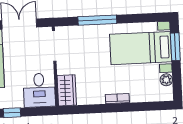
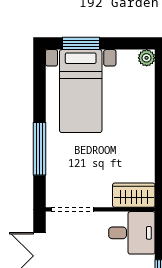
plant: (166, 80) -> (147, 58), moved
bookcase: (117, 99) -> (148, 126), removed

